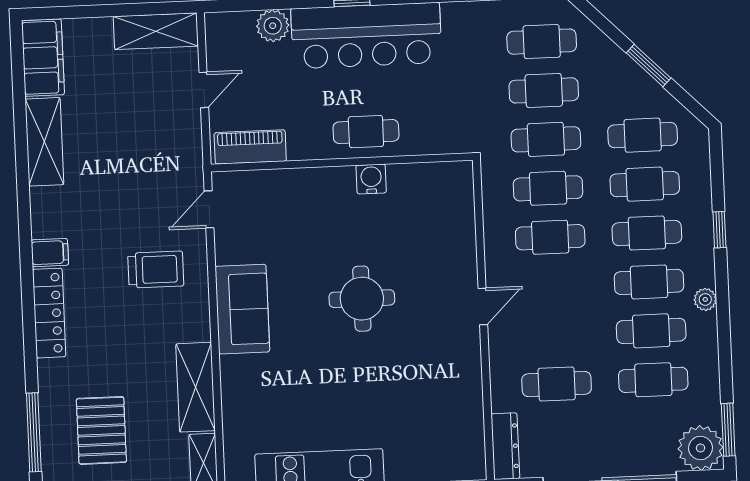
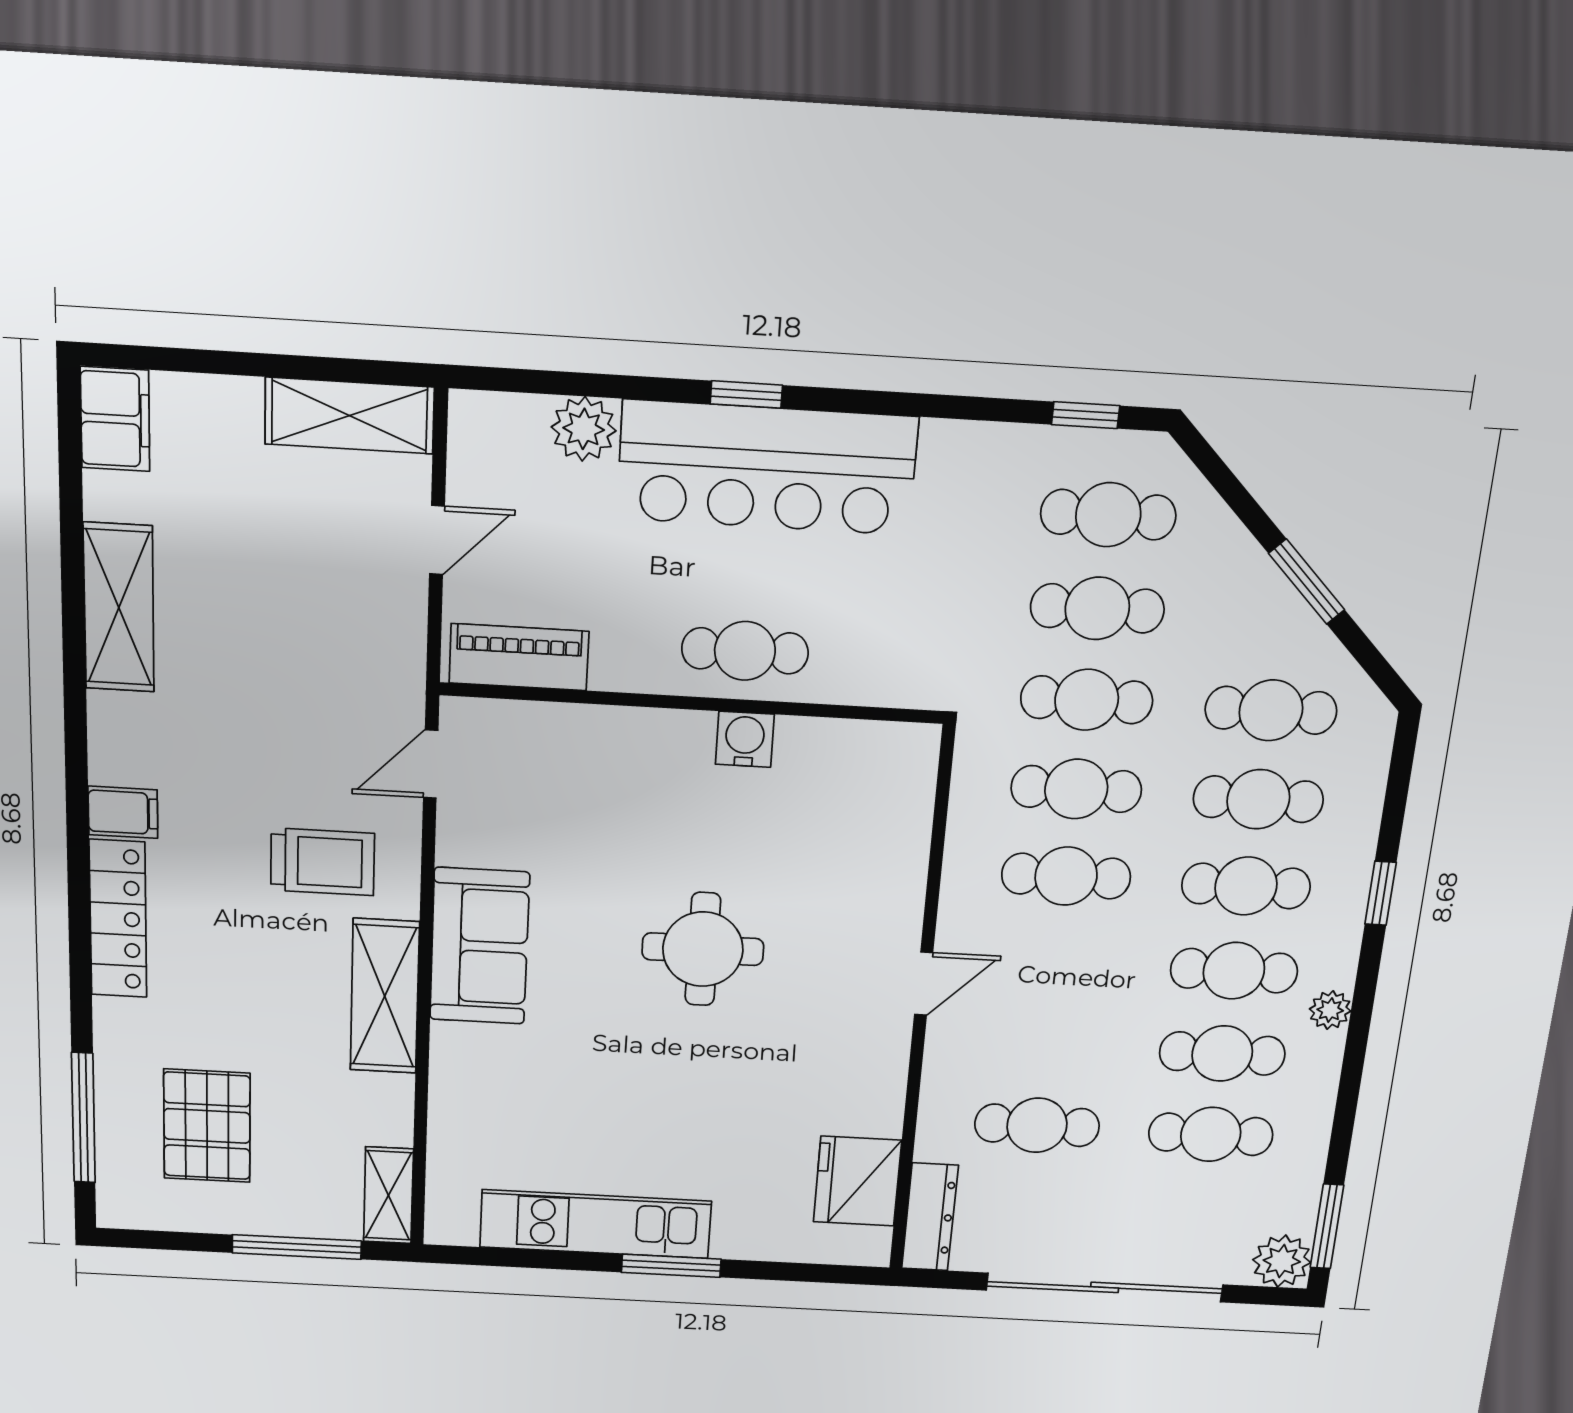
filing cabinet: (43, 58) -> (115, 419), width x0.67, depth x0.86
shelving: (196, 387) -> (385, 996), moved
fridge: (462, 428) -> (857, 1181), added
plant: (700, 448) -> (1282, 1261), width x0.73, depth x0.73

